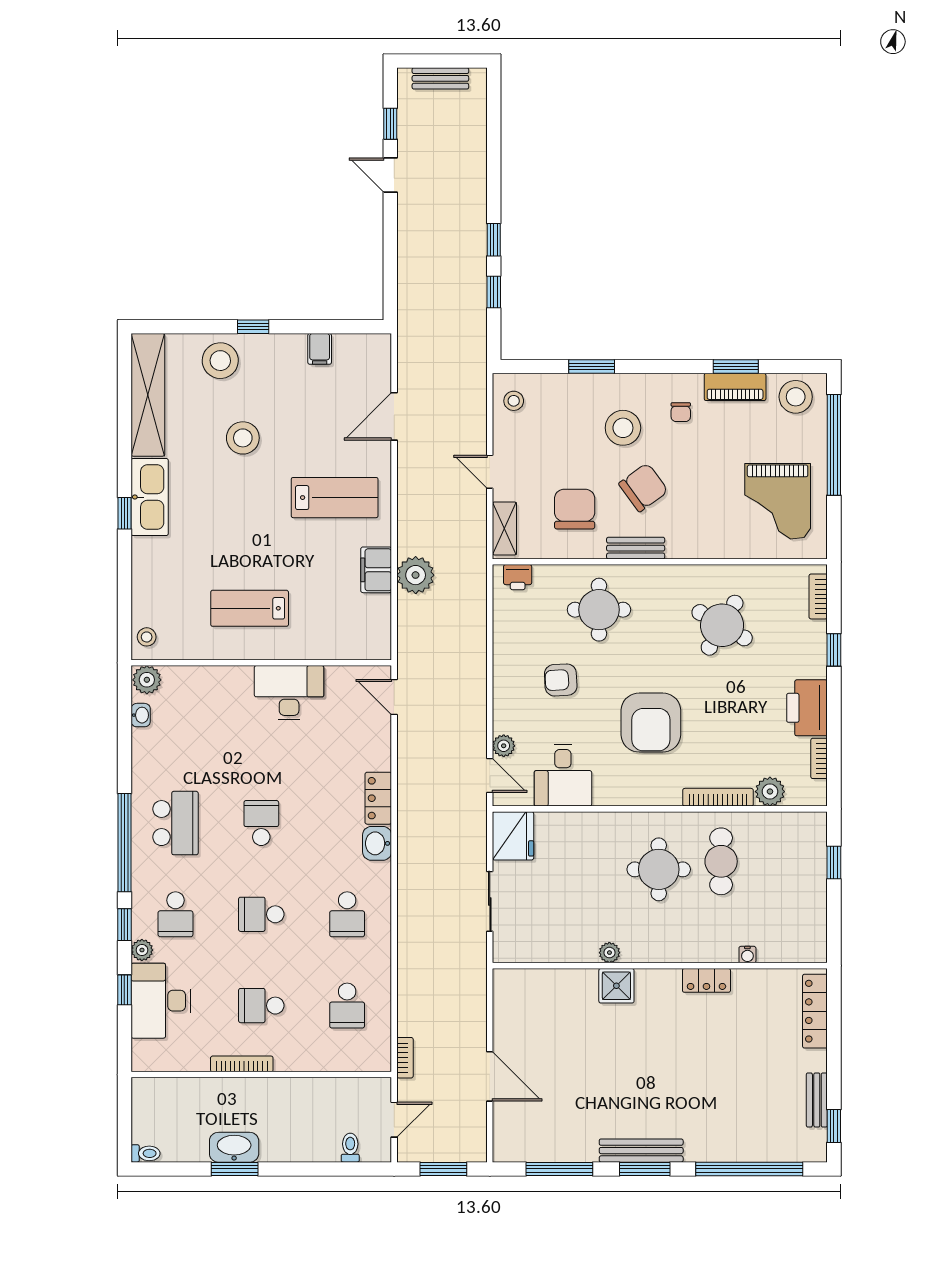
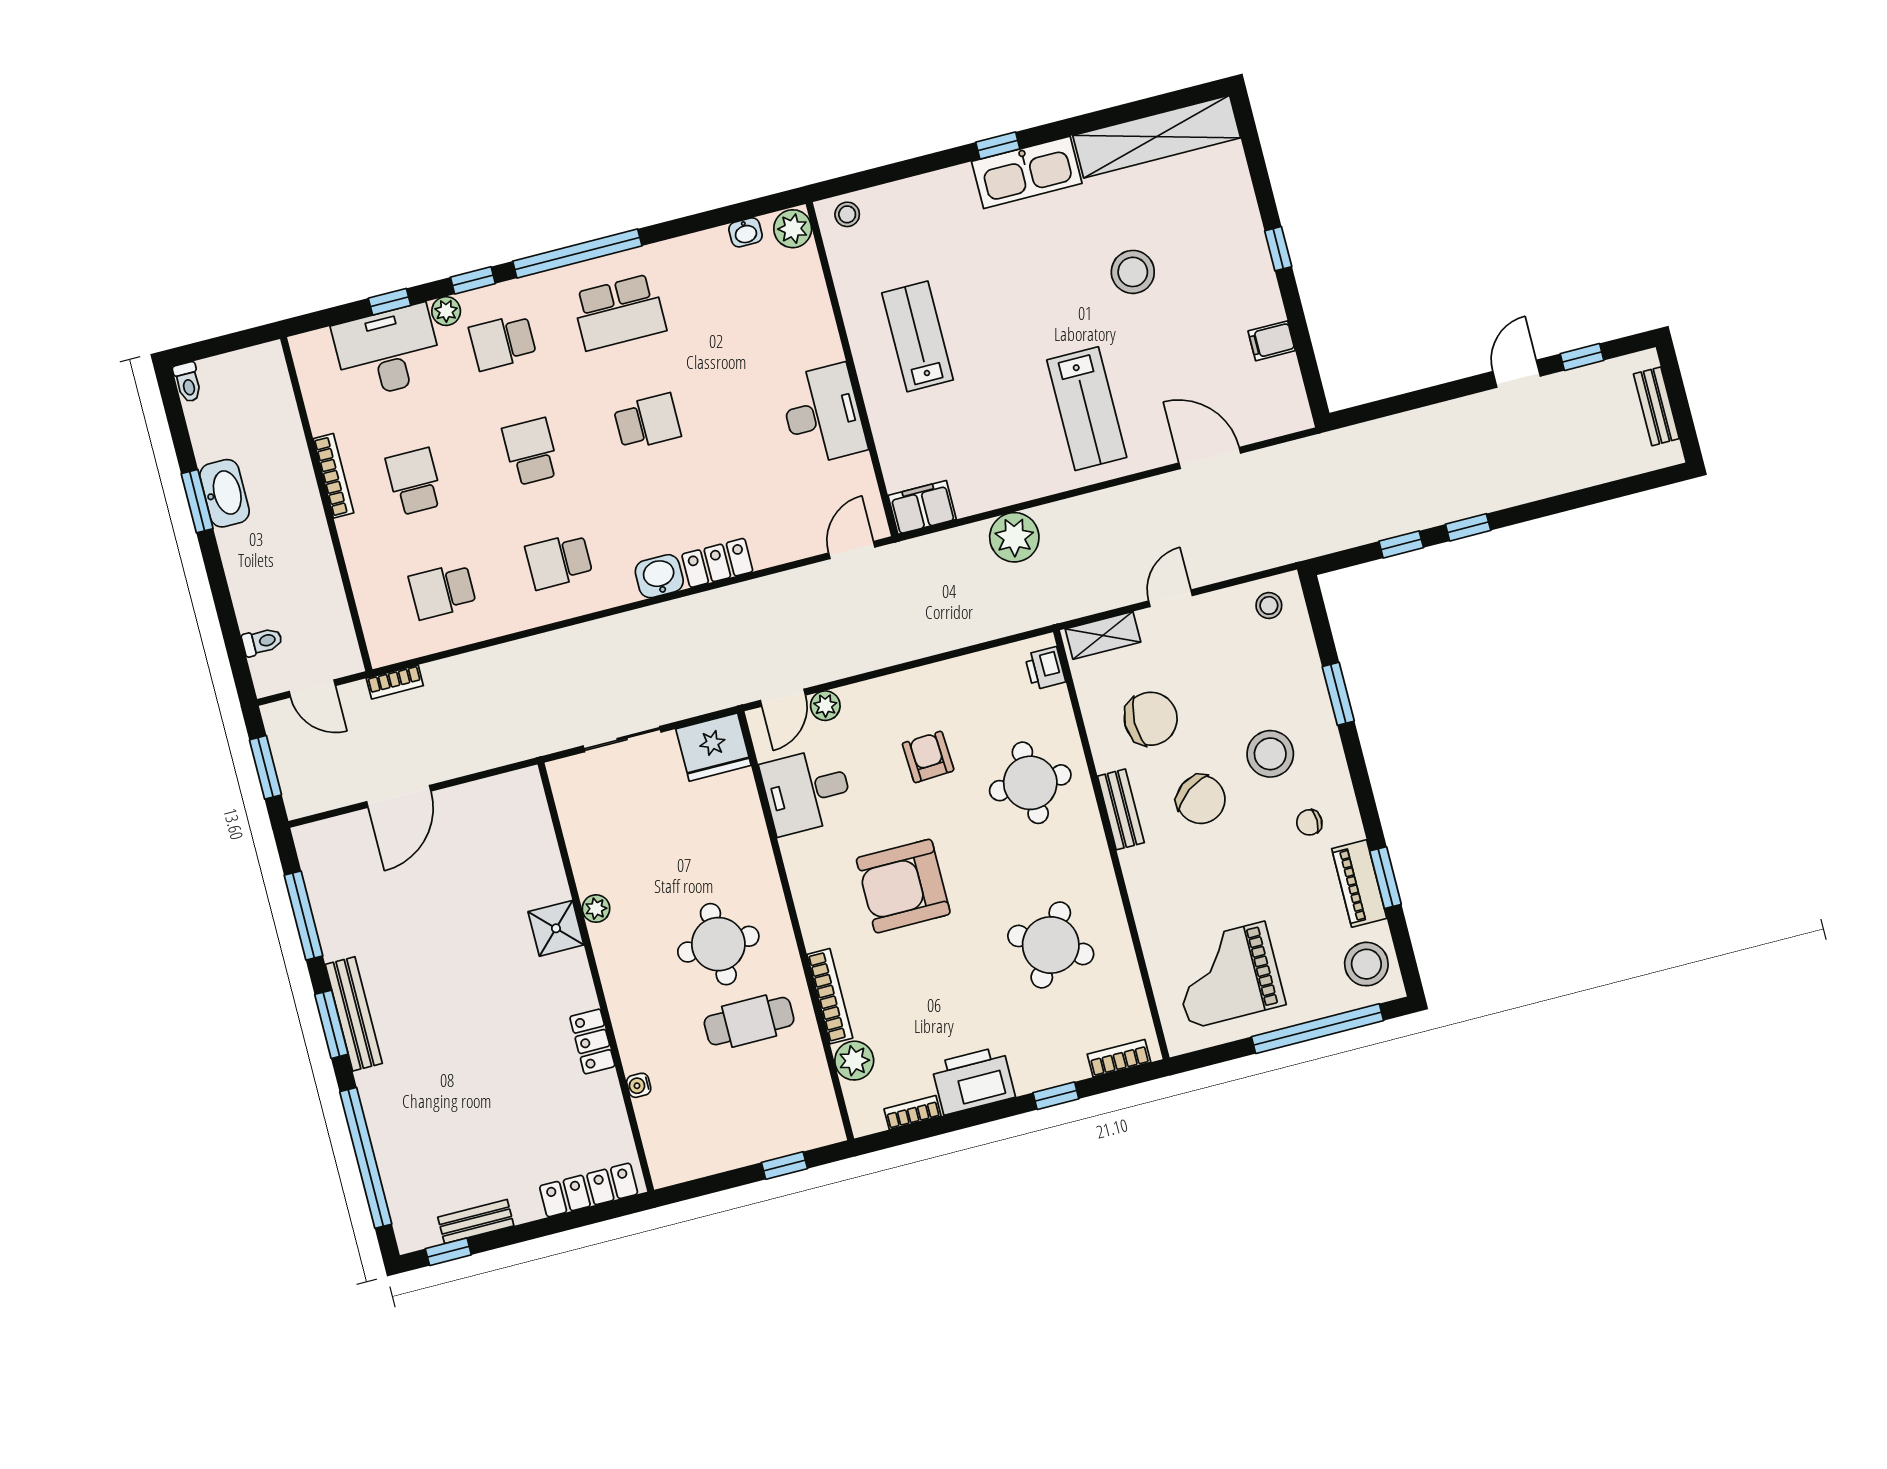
stool: (220, 361) -> (1224, 218), removed
filing cabinet: (376, 570) -> (922, 507), moved

